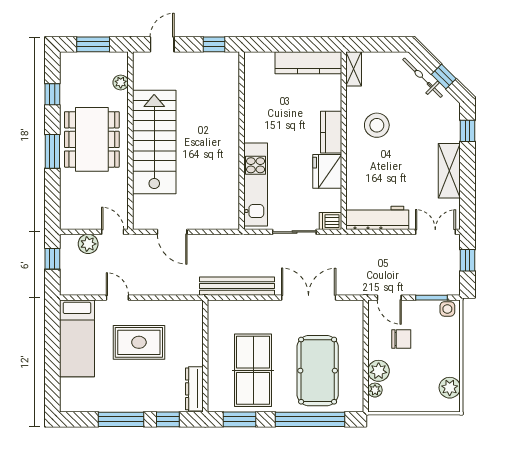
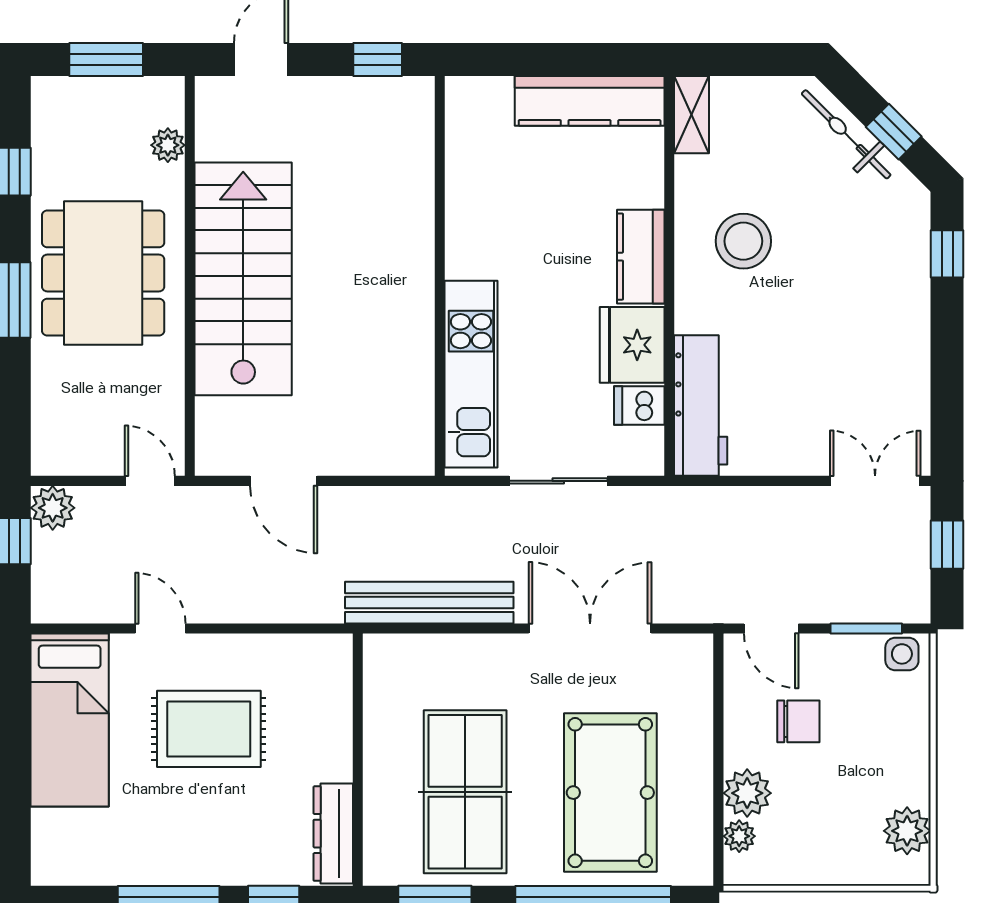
shelving: (449, 171) -> (906, 344), removed
workbench: (377, 218) -> (701, 406), moved, turned 90
dishwasher: (330, 221) -> (639, 406), moved
plant: (88, 244) -> (53, 508), moved

